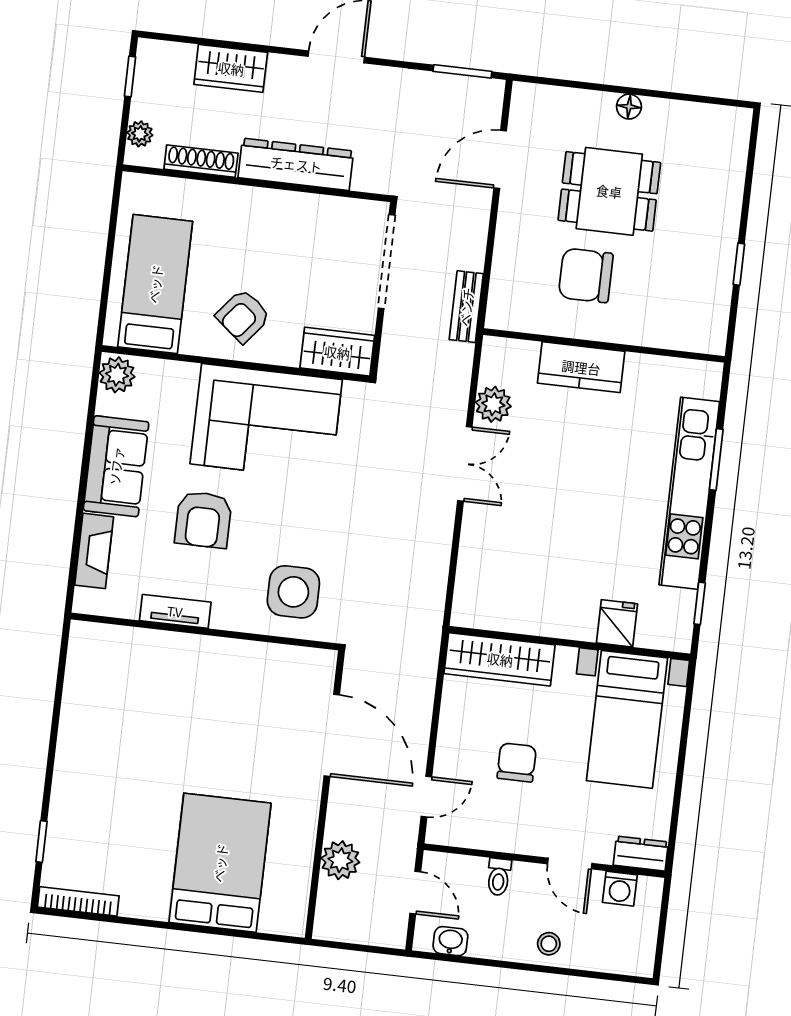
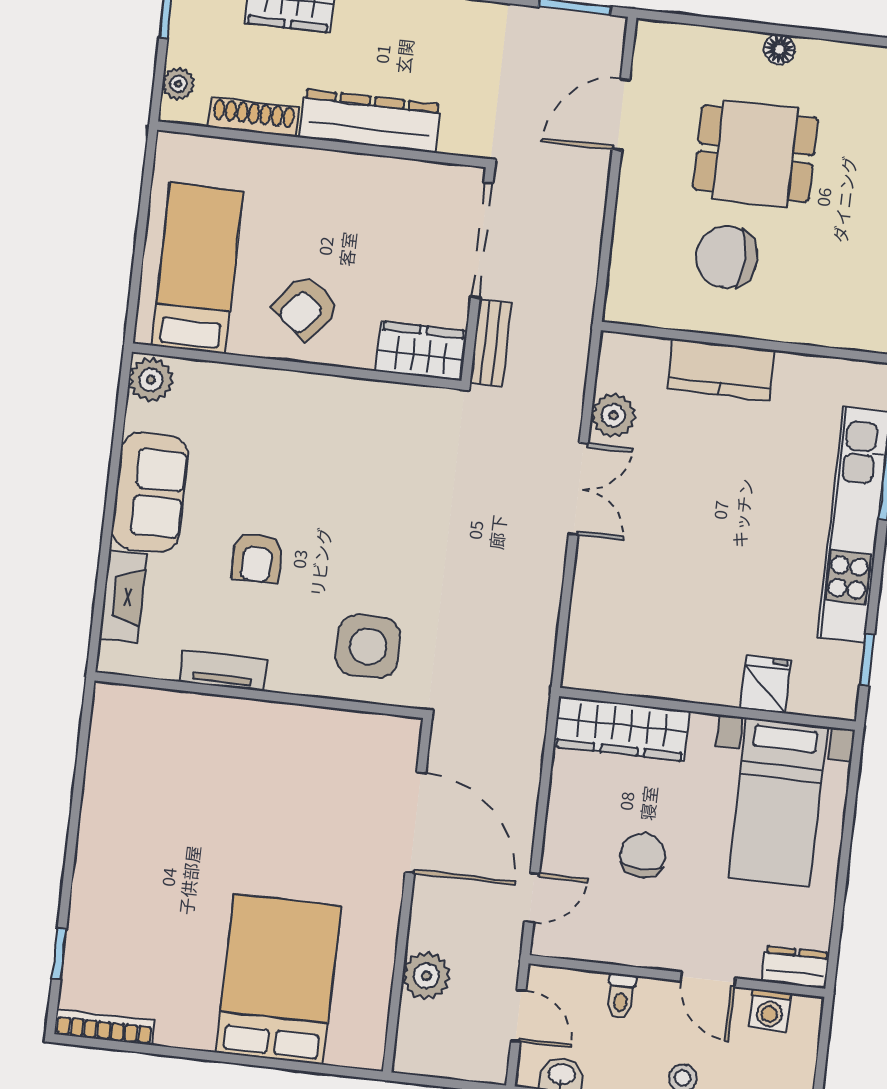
bench: (466, 307) -> (491, 343), moved
corner sofa: (266, 422) -> (334, 437), removed
armchair: (203, 520) -> (257, 558), width x0.72, depth x0.72

